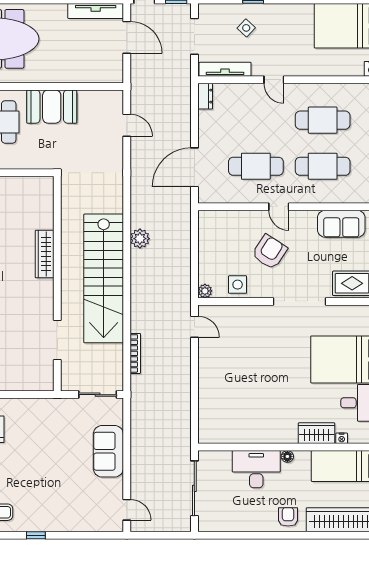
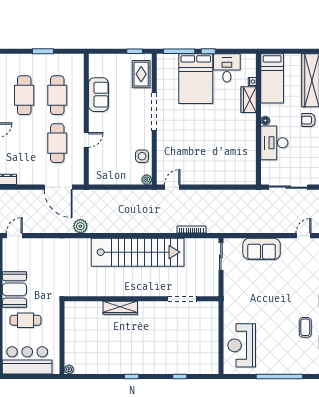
door: (127, 125) -> (14, 236), moved
door: (279, 207) -> (86, 140), moved
sofa: (341, 224) -> (98, 95), moved
plant: (140, 239) -> (80, 226), moved
armchair: (270, 252) -> (119, 133), removed
wardrobe: (45, 254) -> (120, 308), moved
wall: (57, 284) -> (141, 299), moved
doorway: (57, 340) -> (182, 299), moved

